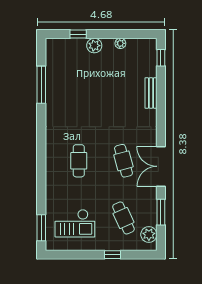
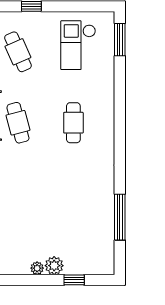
plant: (120, 43) -> (37, 268), moved
checkout: (75, 223) -> (78, 45), turned -90

